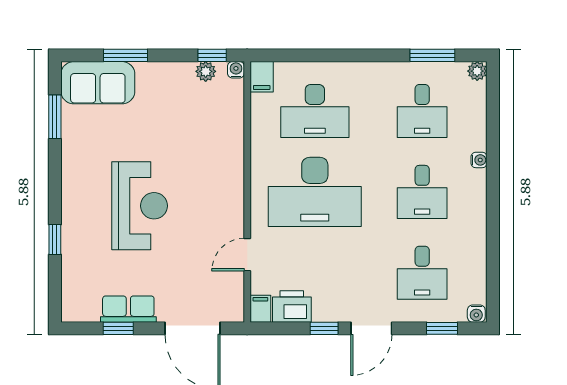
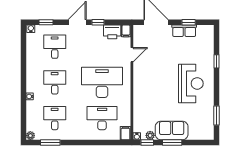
window: (126, 55) -> (172, 143), moved
sofa: (98, 83) -> (172, 130), moved
reception desk: (140, 206) -> (191, 83), moved, turned 180

